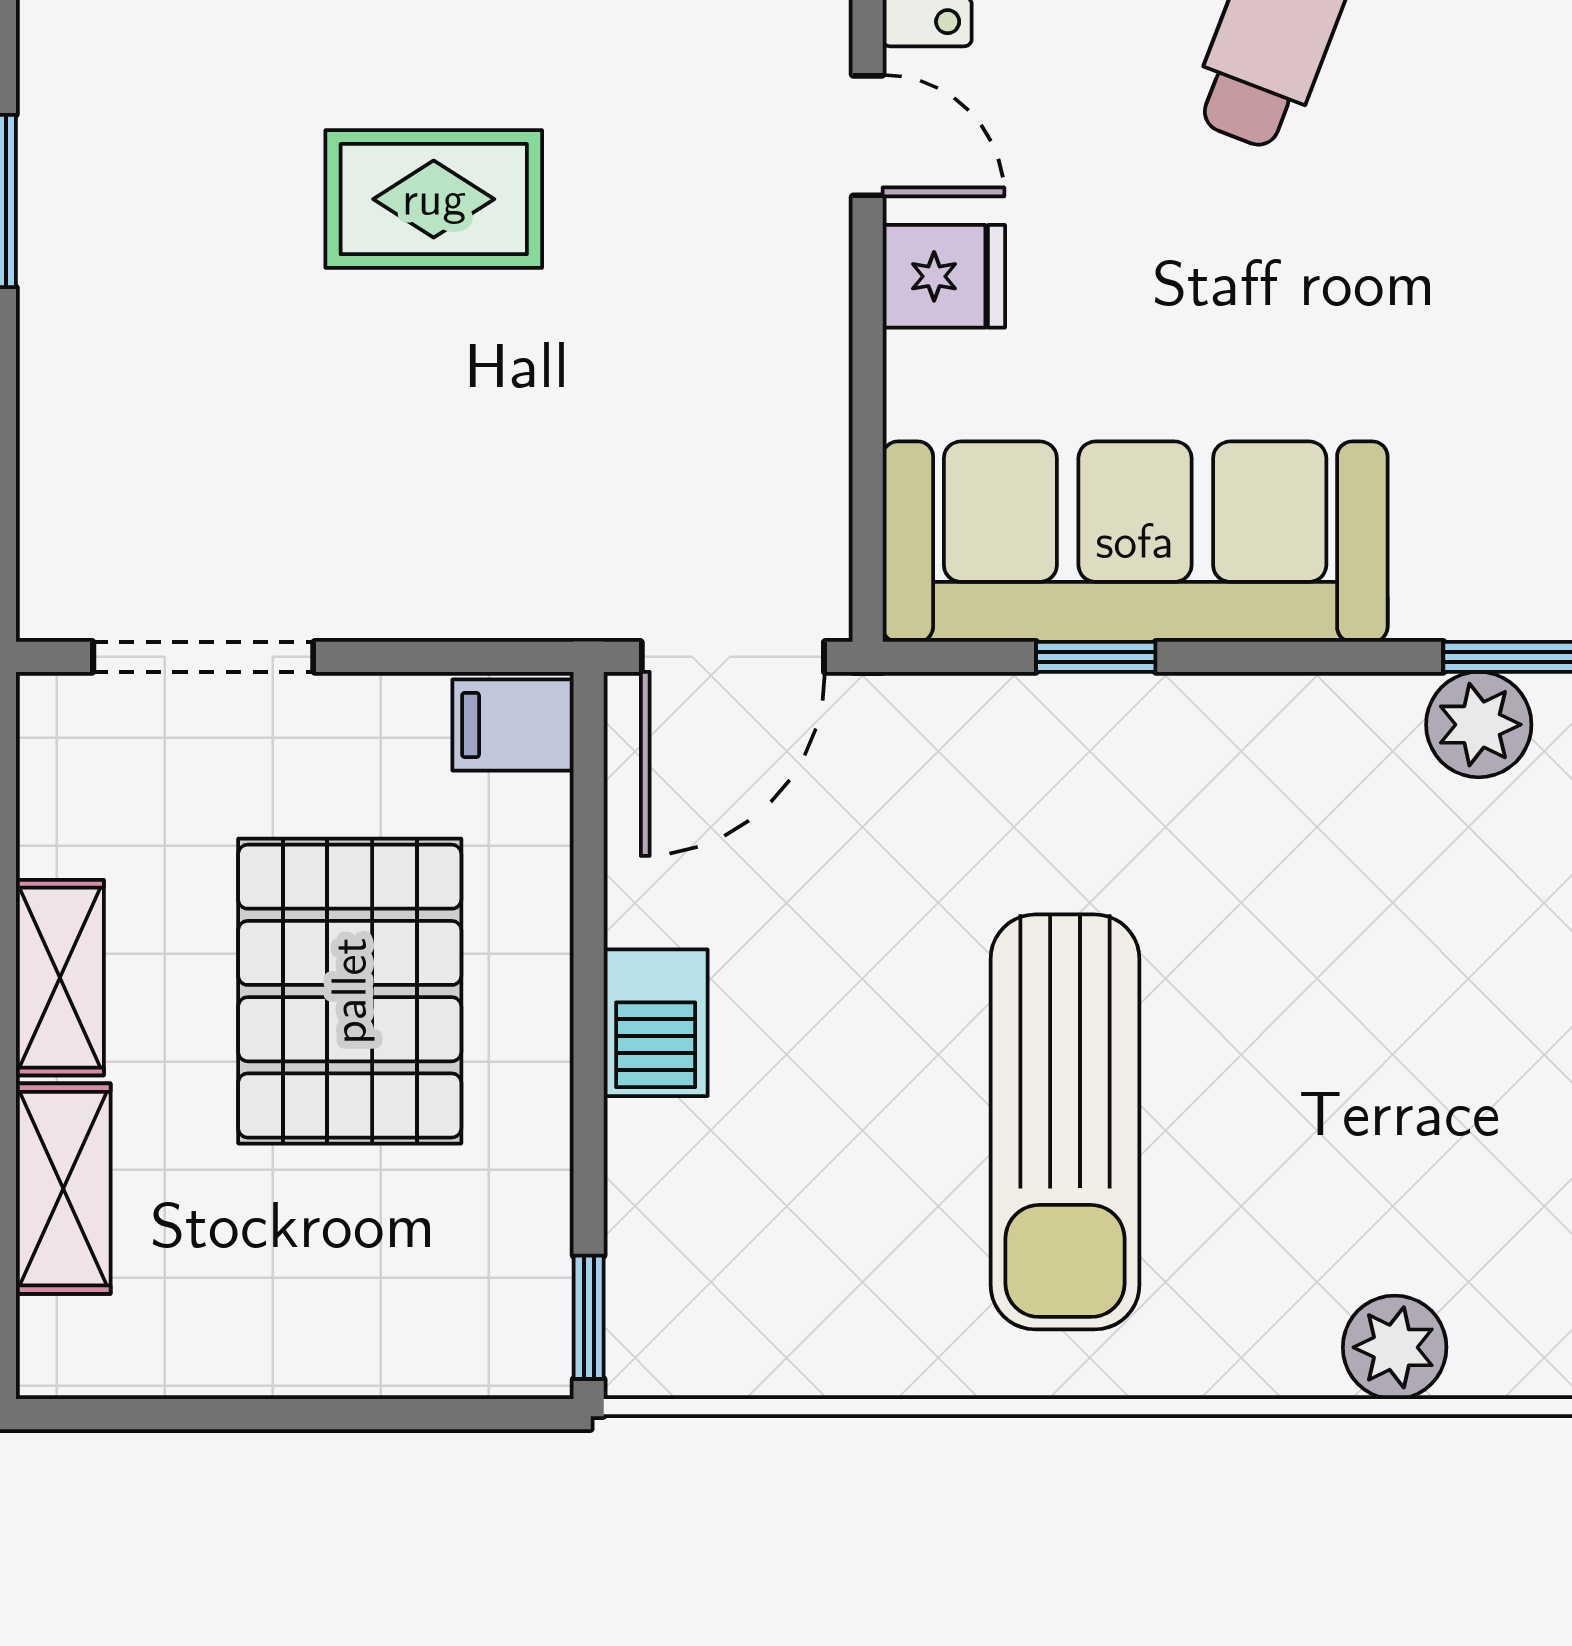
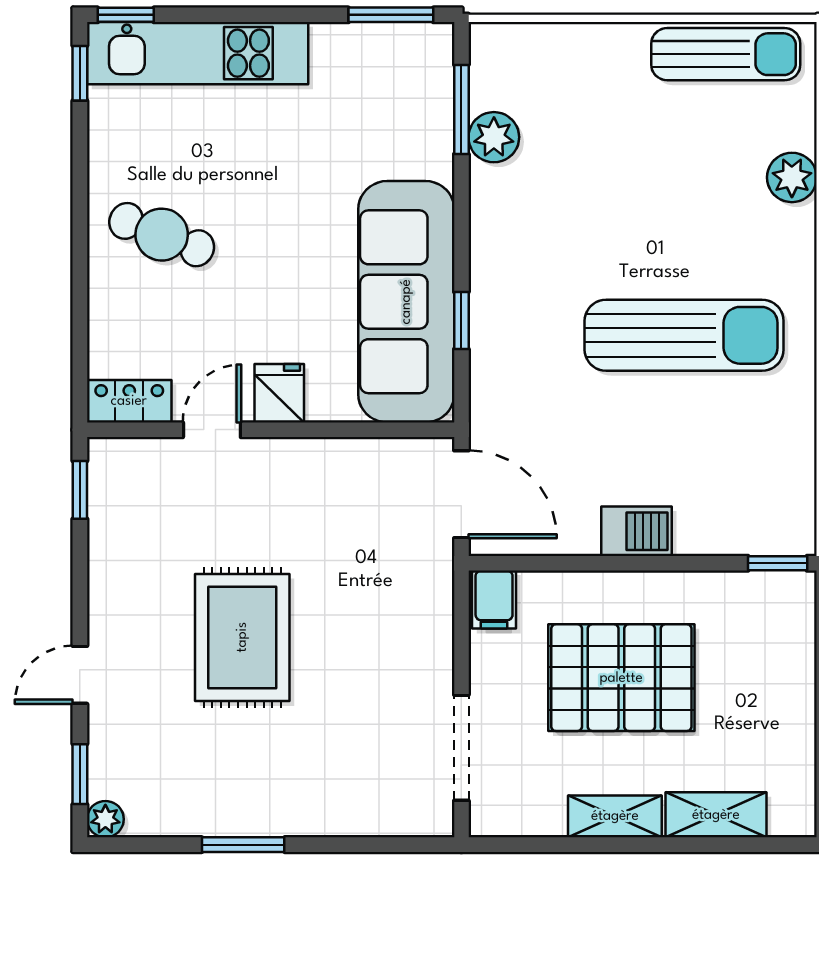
rug: (434, 199) -> (242, 637), width x1.36, depth x1.43

